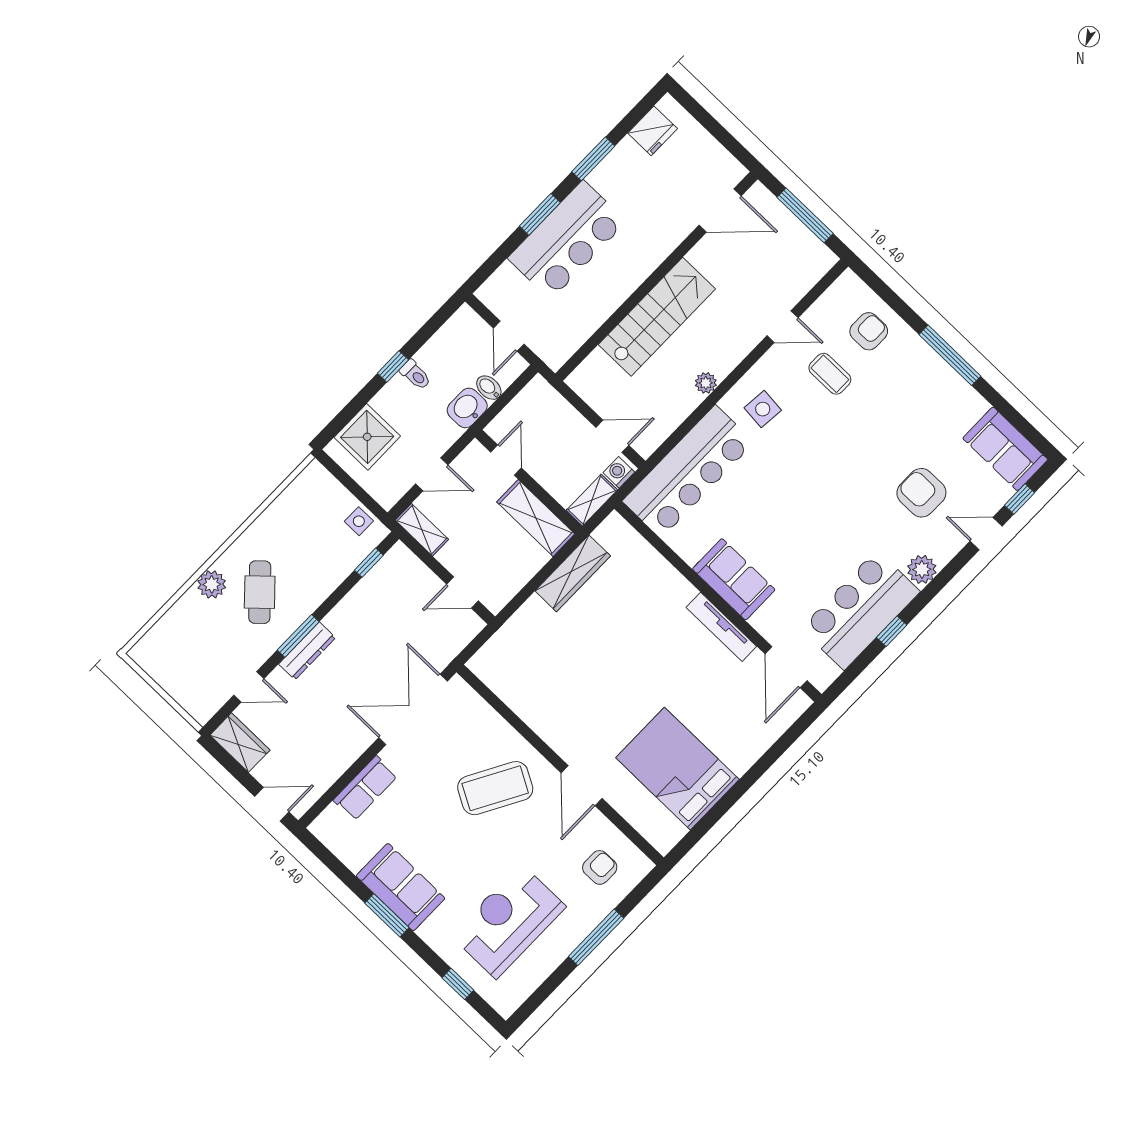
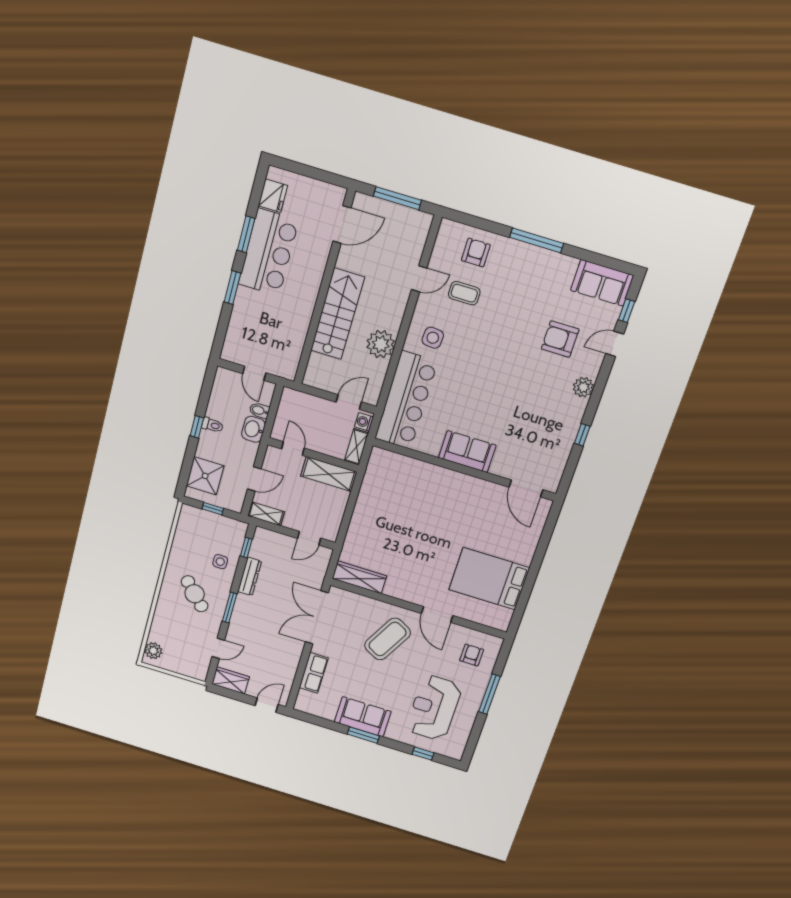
bar counter: (567, 240) -> (269, 252), moved
plant: (706, 383) -> (381, 344), width x1.87, depth x1.87
window: (353, 486) -> (213, 509), added
side table: (359, 521) -> (220, 562), moved
wardrobe: (573, 573) -> (359, 577), moved, turned -90
plant: (212, 584) -> (153, 651), moved
bar counter: (860, 610) -> (556, 431), removed
tv unit: (721, 627) -> (474, 484), removed
dresser: (307, 651) -> (250, 576), moved

